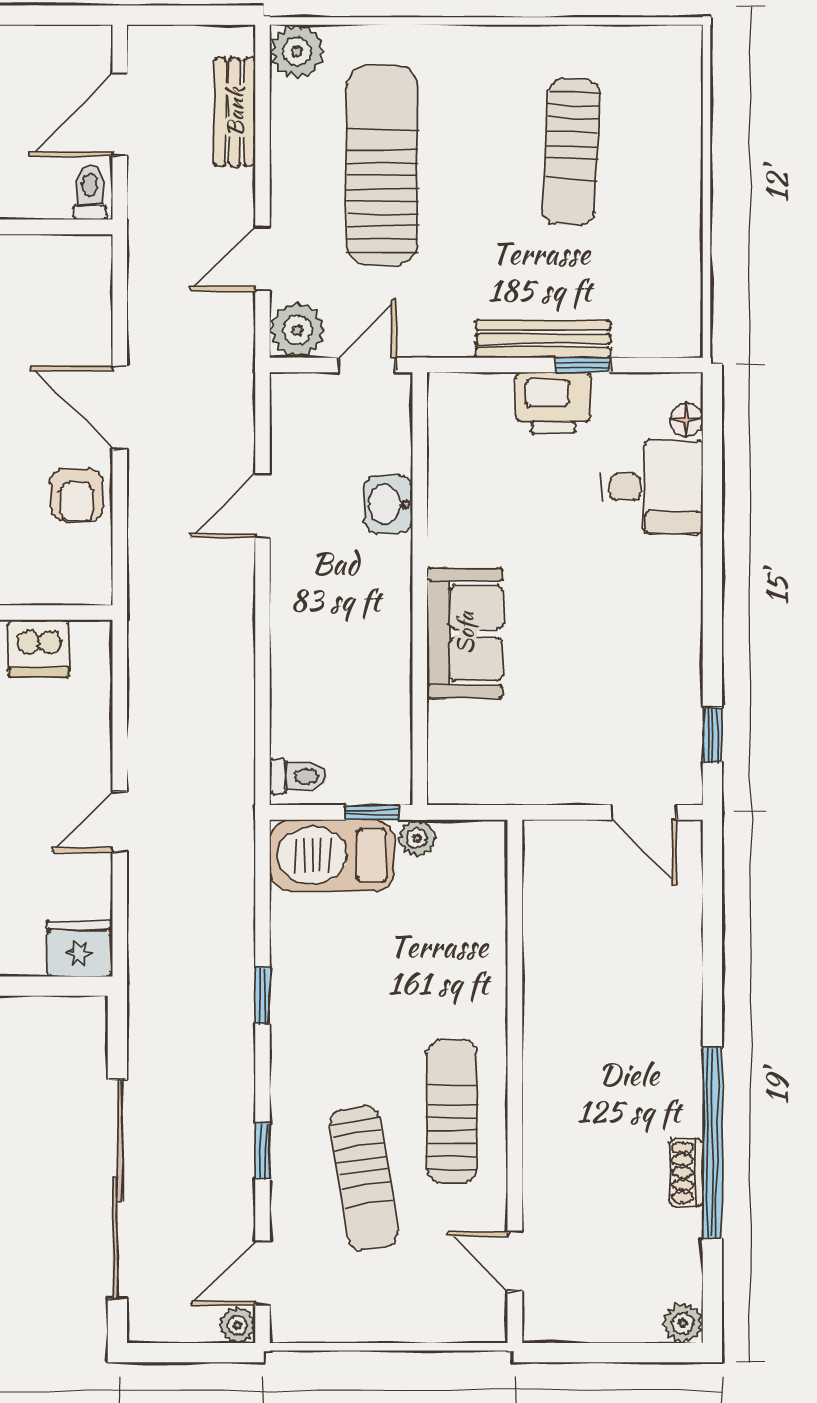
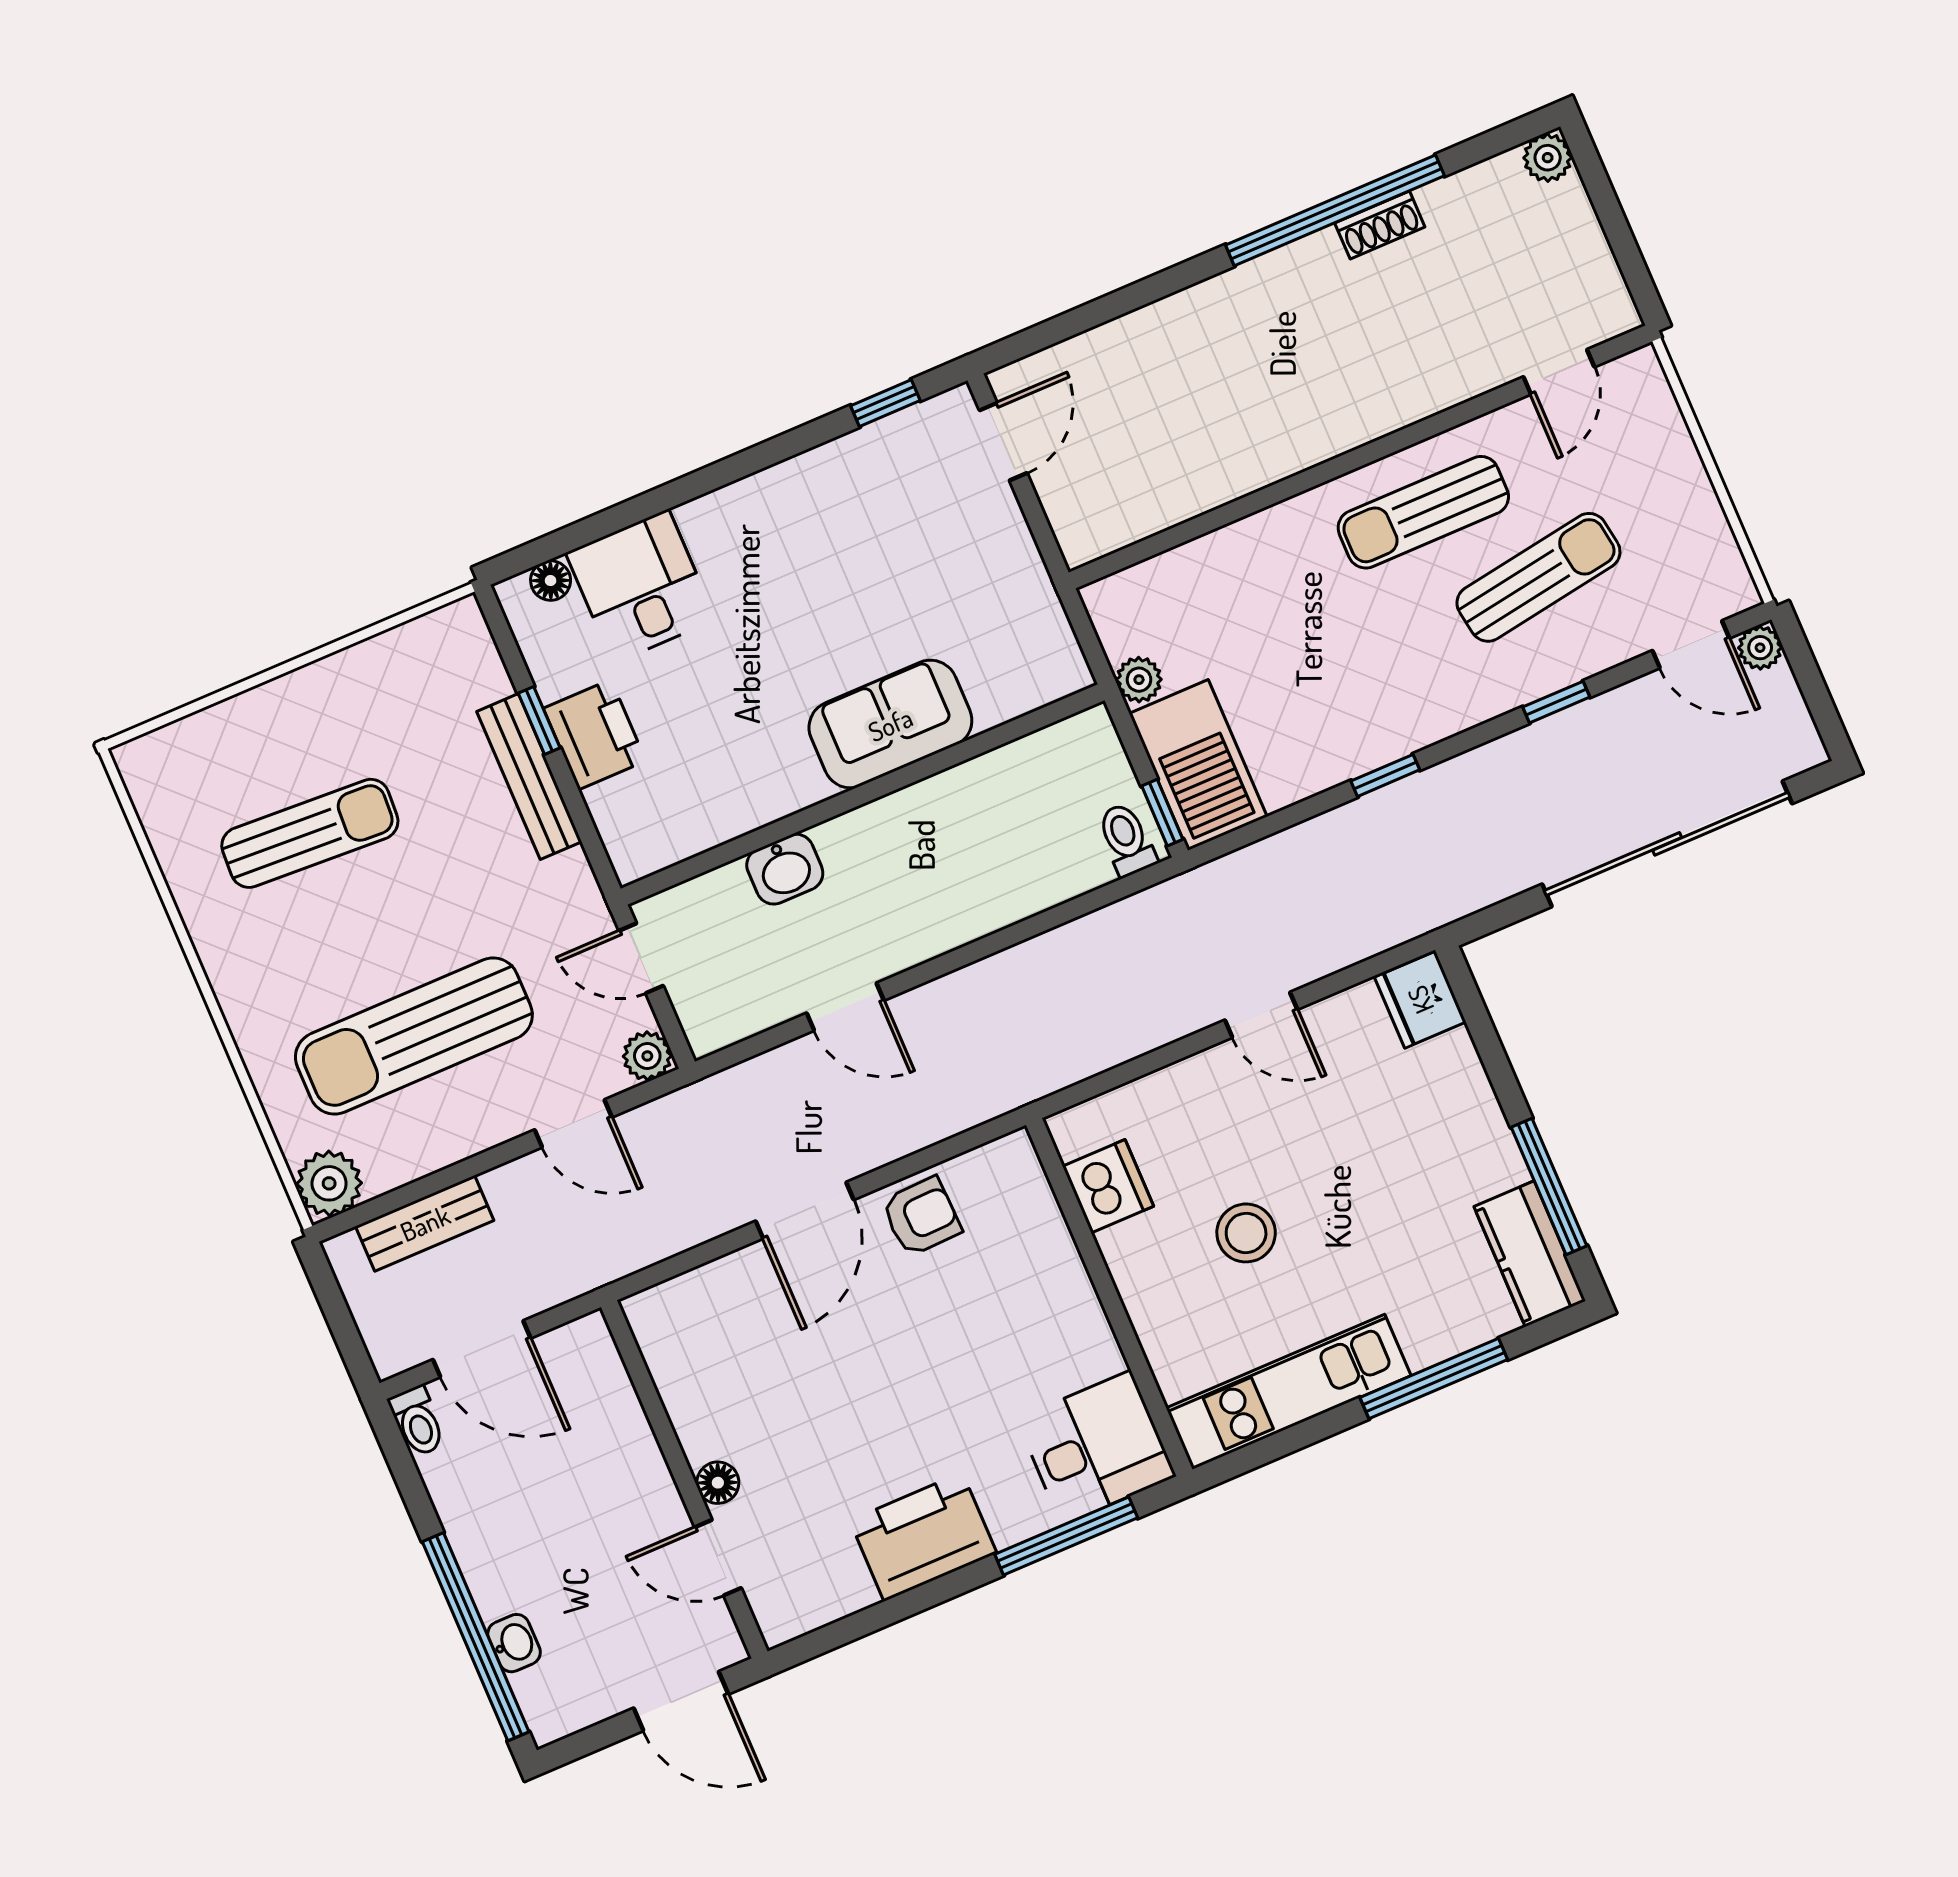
toilet: (90, 193) -> (417, 1421), moved, turned -90
plant: (298, 330) -> (647, 1056), width x0.73, depth x0.73
window: (372, 812) -> (1162, 813), moved

